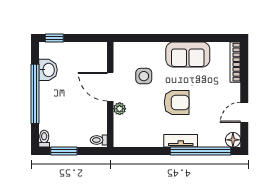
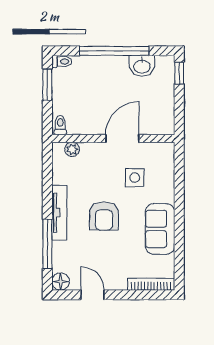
plant: (120, 109) -> (72, 149), moved
tv unit: (181, 141) -> (59, 213), width x1.41
window: (201, 151) -> (47, 244), width x0.68

